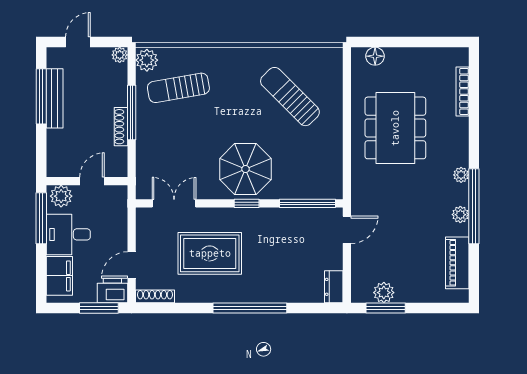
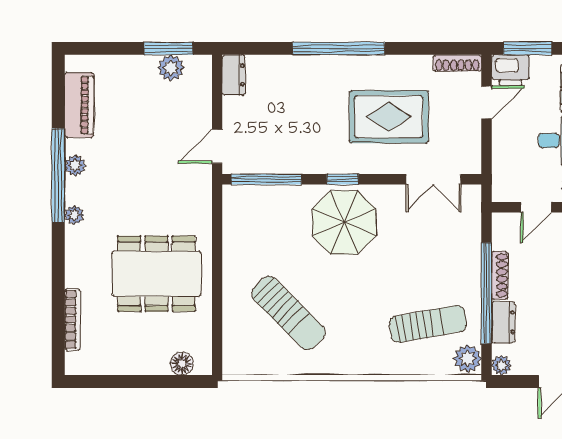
dresser: (118, 89) -> (503, 322), added
window: (132, 113) -> (487, 293), width x1.46
dining table: (395, 128) -> (156, 274), turned 90

